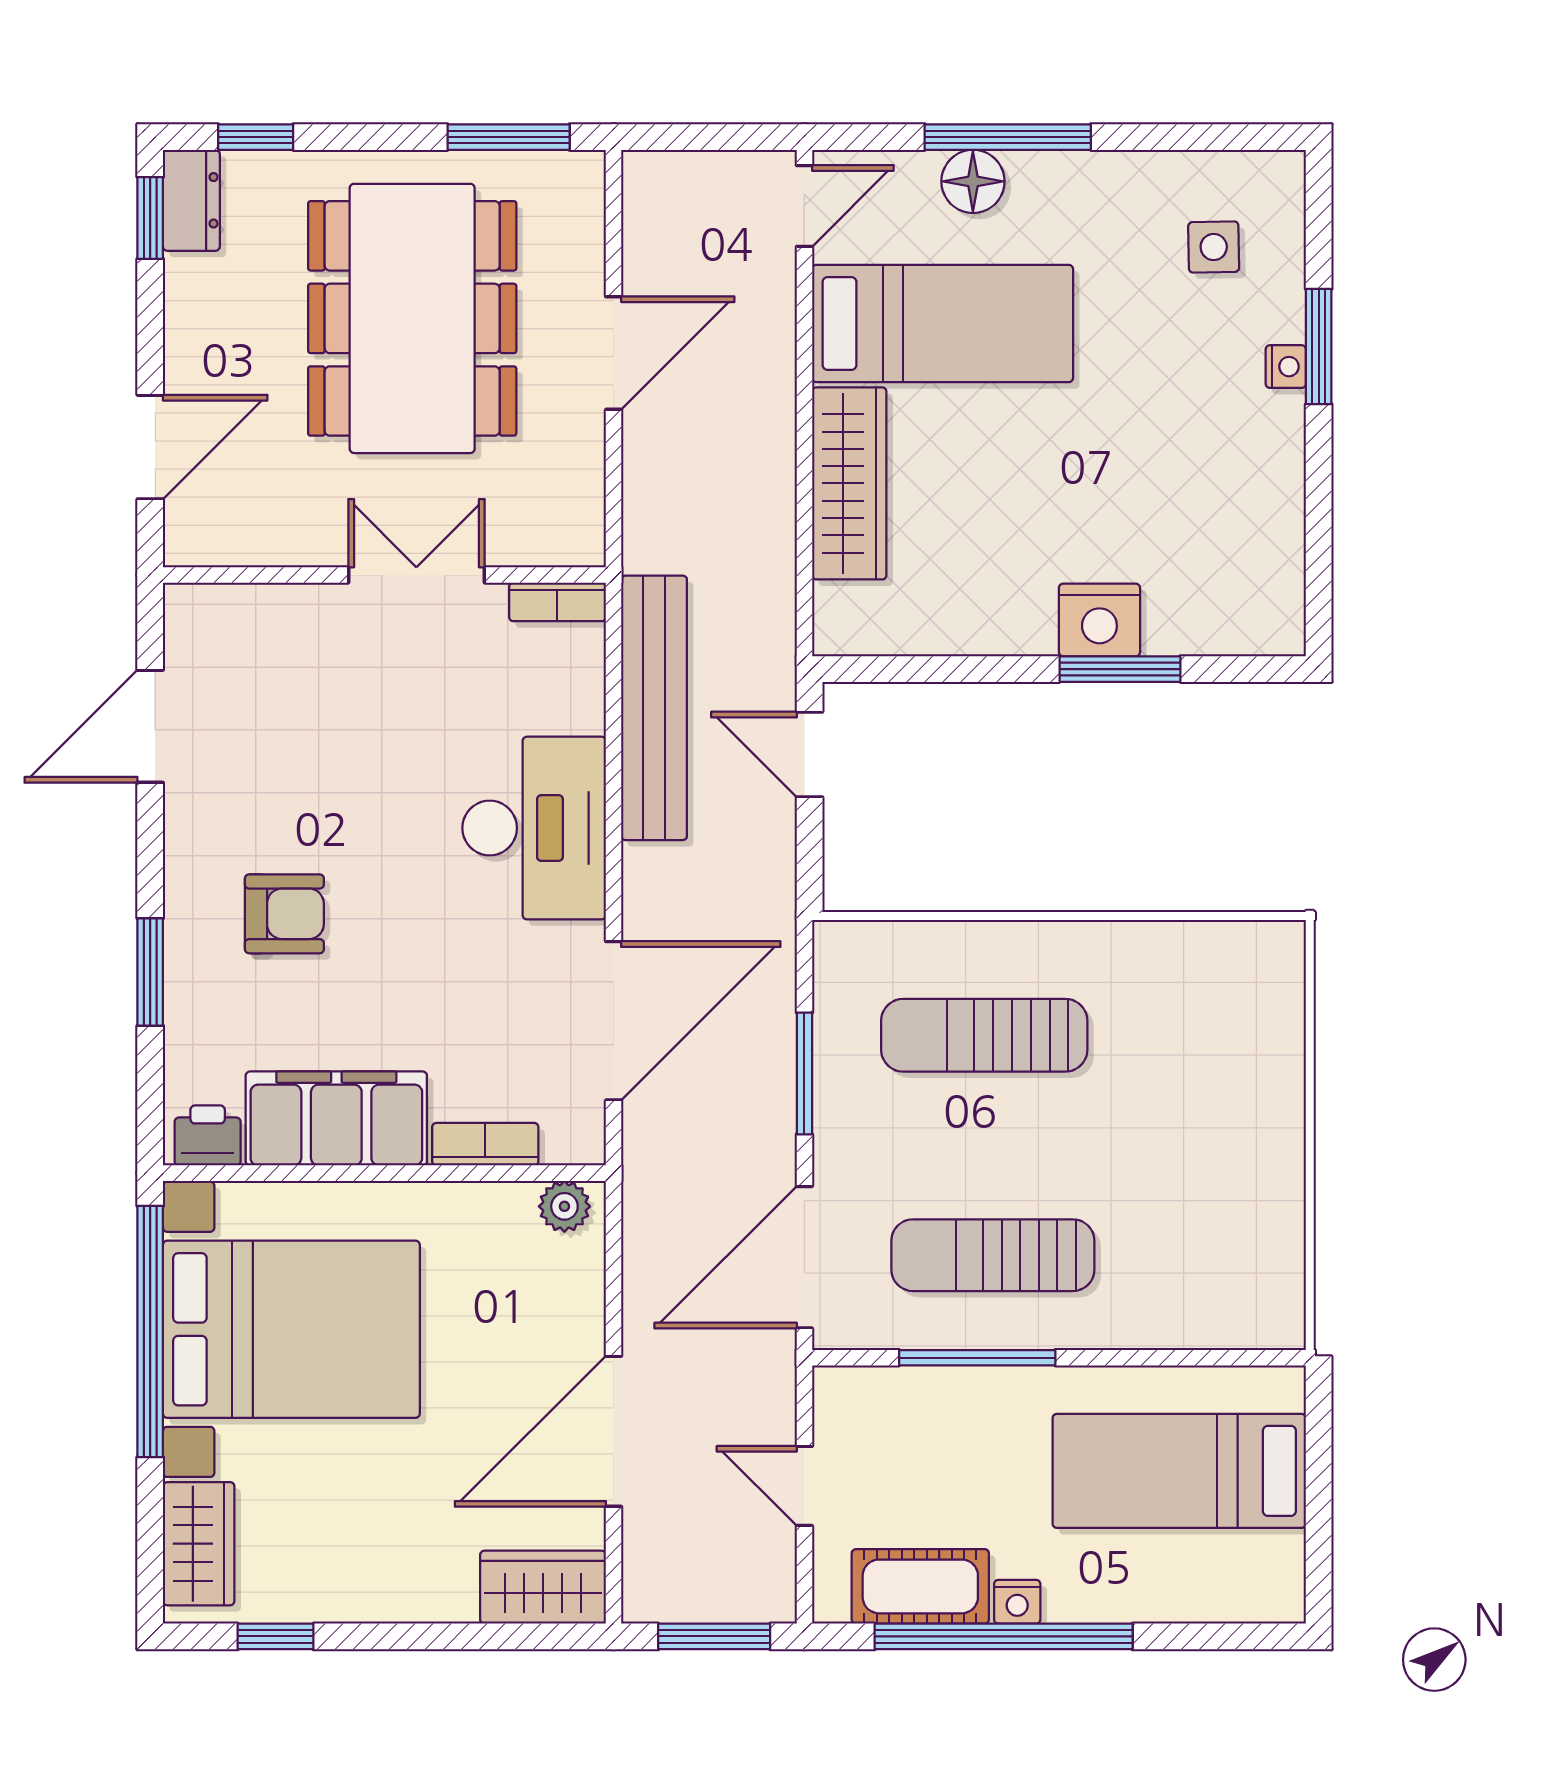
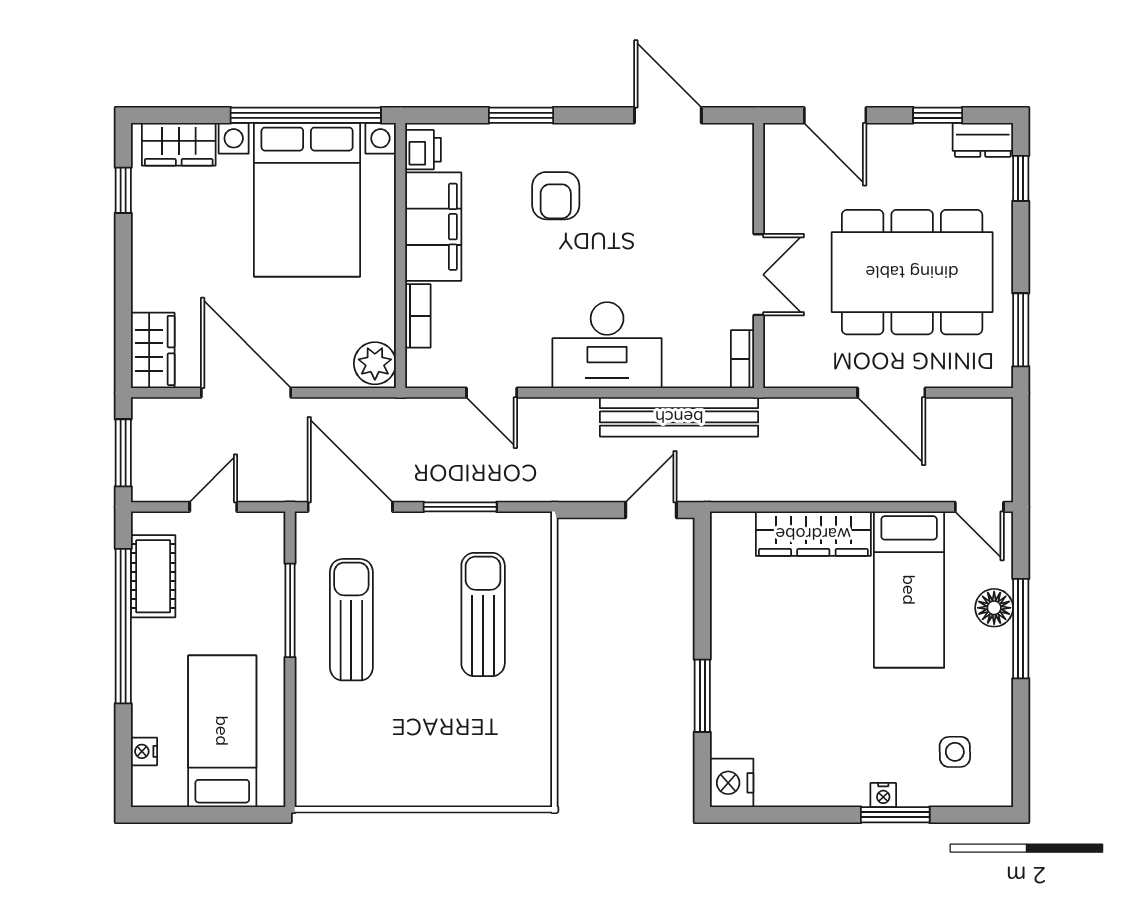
window: (150, 218) -> (938, 115), moved
nightstand: (1099, 620) -> (732, 783), moved
door: (614, 1021) -> (492, 393), width x0.53
plant: (564, 1206) -> (375, 363), width x1.38, depth x1.38
nightstand: (1017, 1602) -> (144, 751), moved

